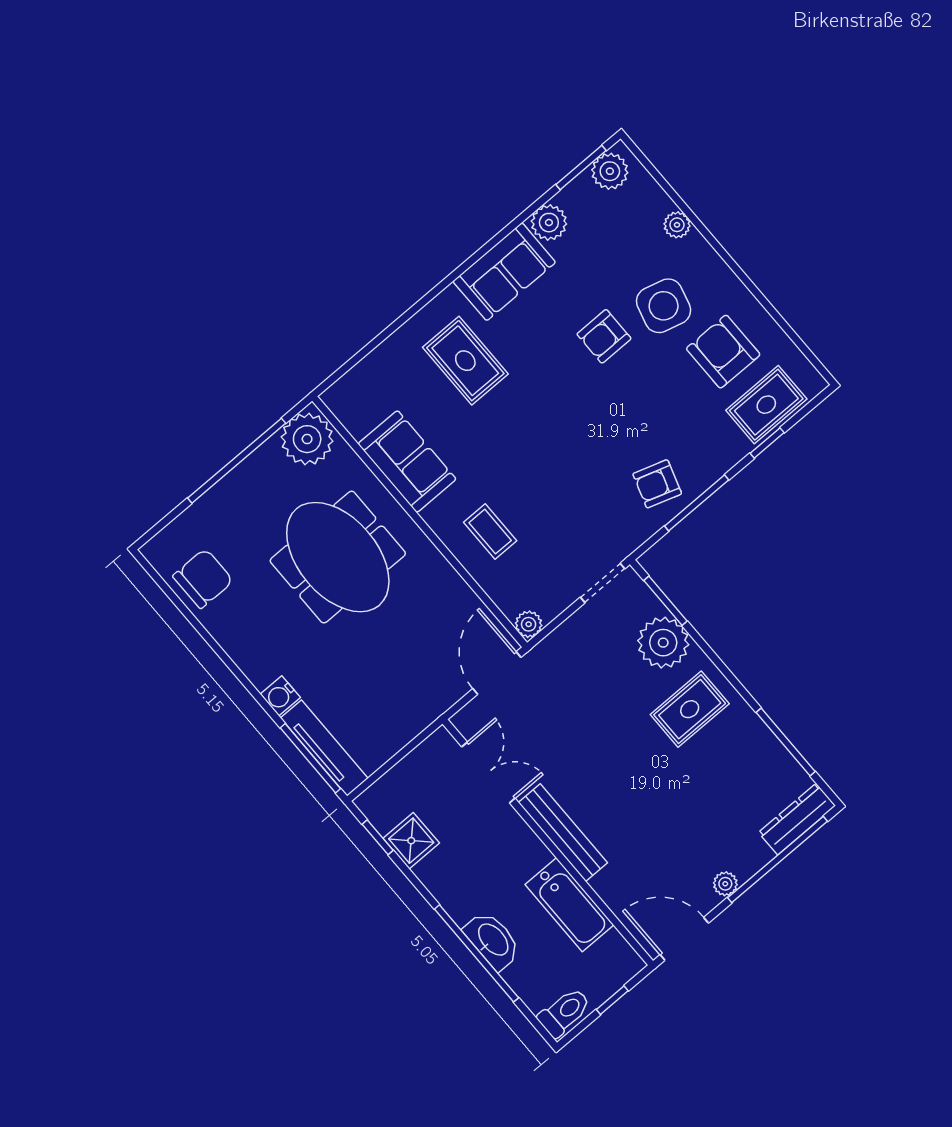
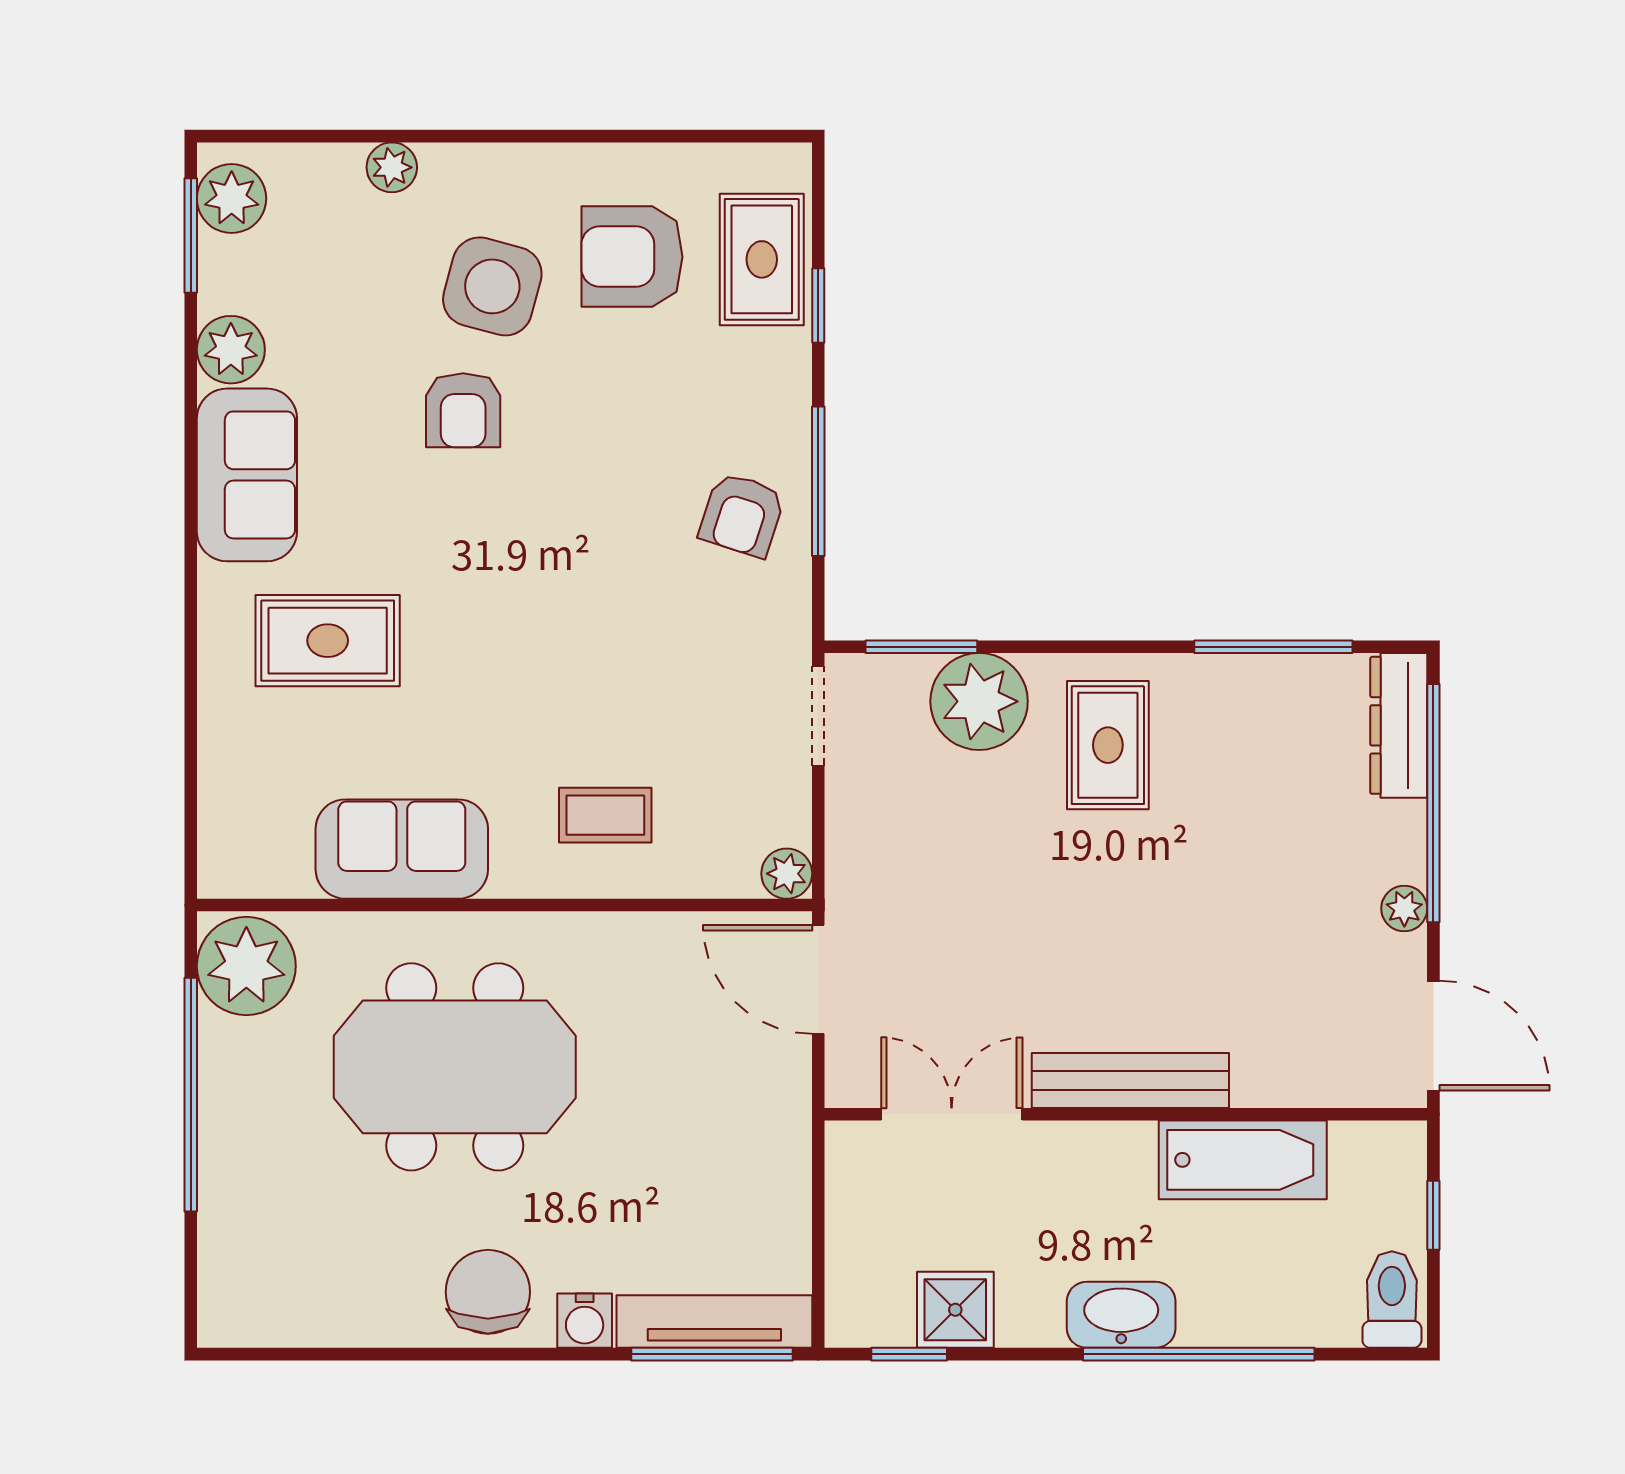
chair: (203, 579) -> (488, 1292), moved
door: (684, 939) -> (1433, 1036), swing flipped
washbasin: (492, 940) -> (1121, 1315), moved

